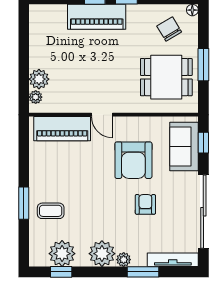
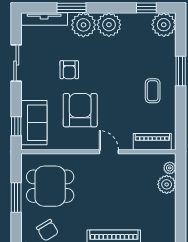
piano: (62, 129) -> (152, 142), width x0.73, depth x0.75
coffee table: (51, 211) -> (153, 91), moved, turned 90
sliding door: (203, 212) -> (16, 63), width x0.54
plant: (62, 254) -> (164, 25), moved
plant: (124, 260) -> (83, 25), width x1.87, depth x1.87

